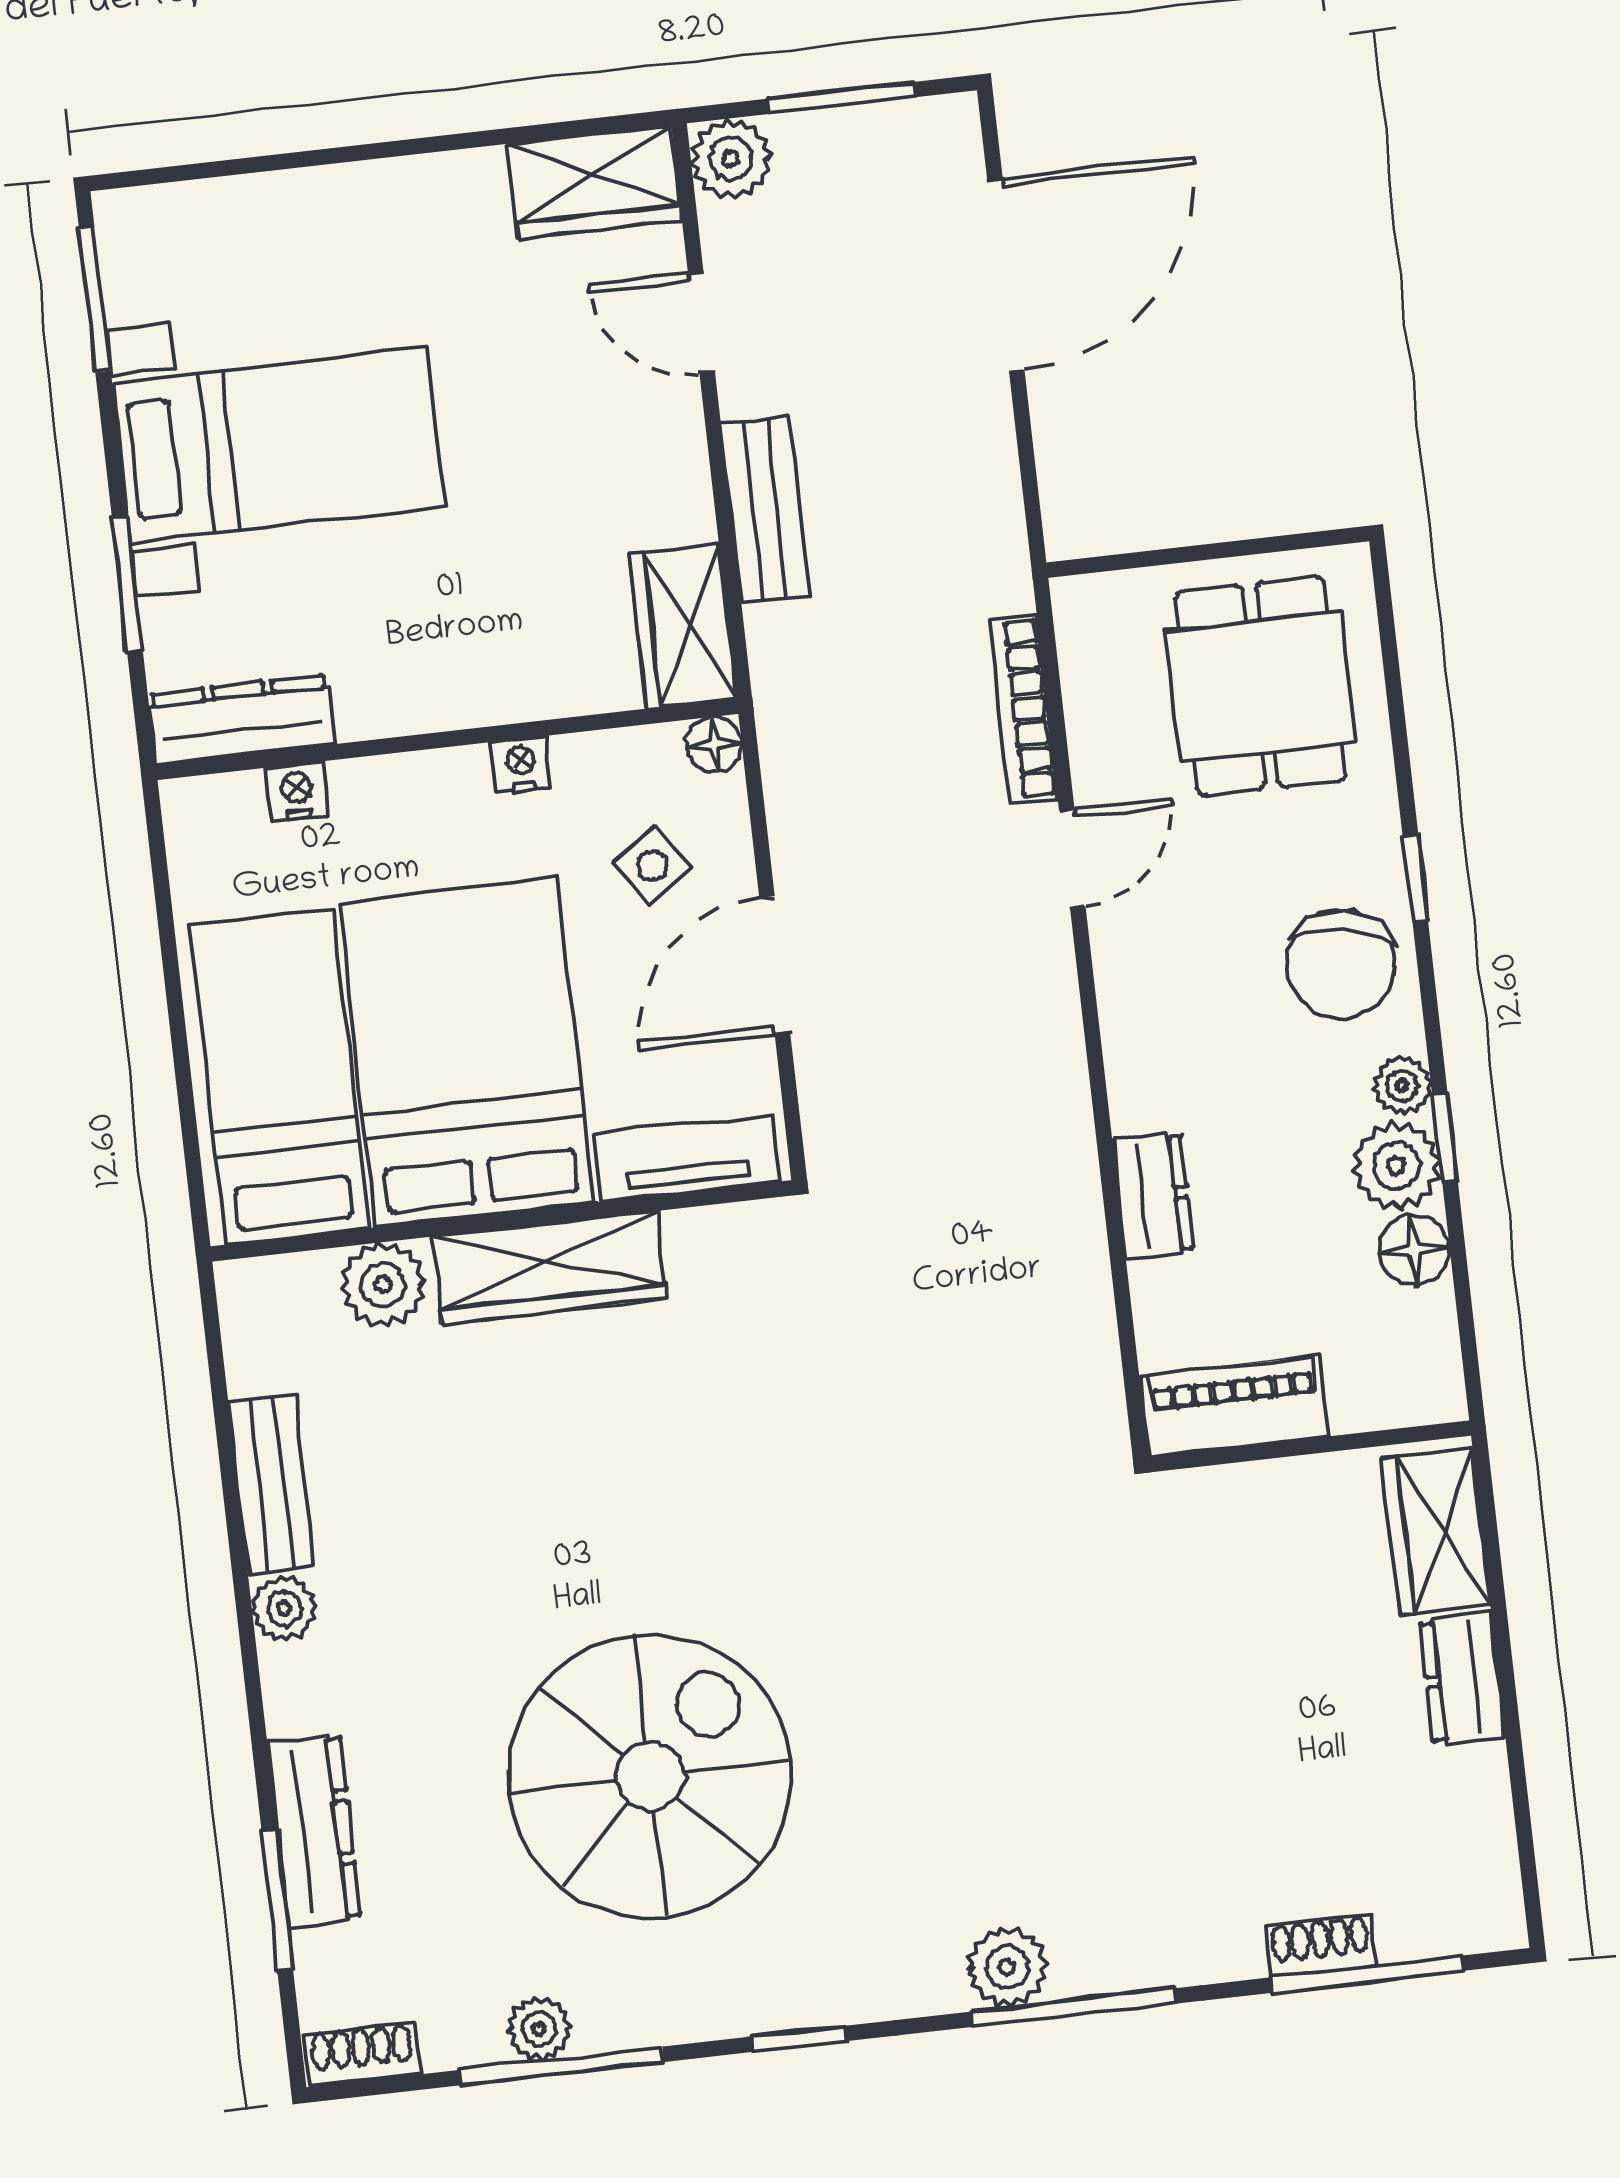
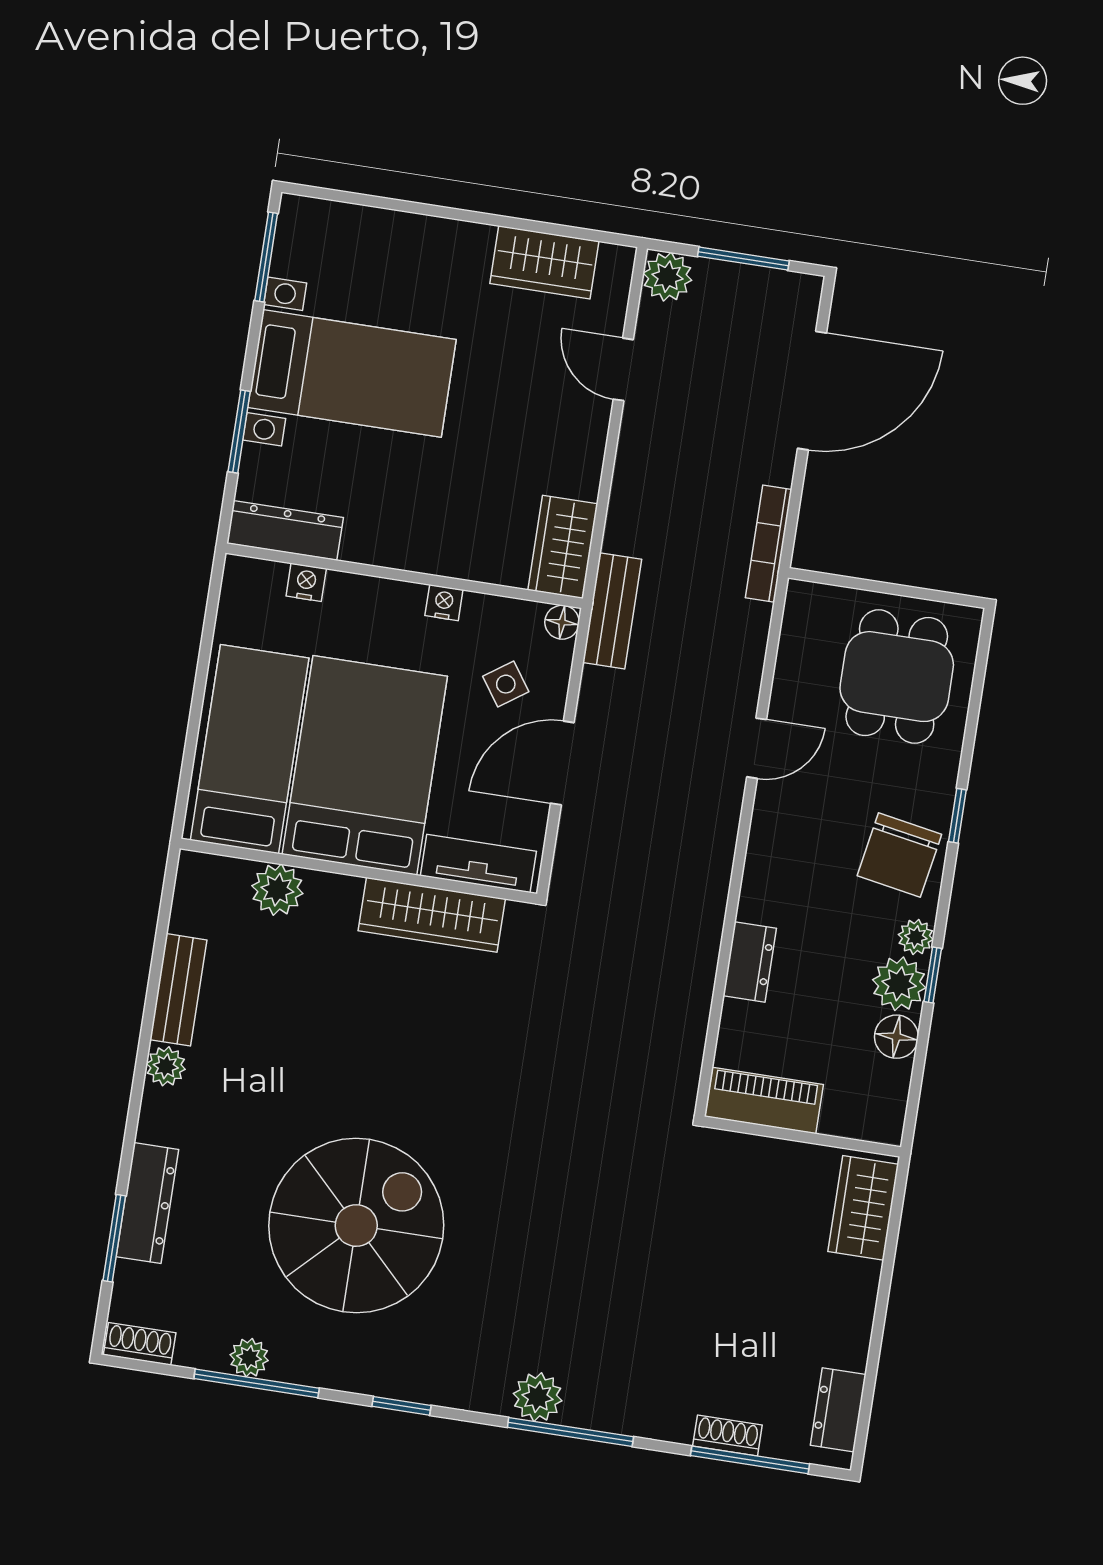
wardrobe: (595, 182) -> (544, 262), moved
bench: (765, 509) -> (612, 611), moved
bookcase: (1024, 709) -> (769, 544), moved
wardrobe: (549, 1267) -> (432, 915), moved
dresser: (1463, 1679) -> (838, 1410), moved

